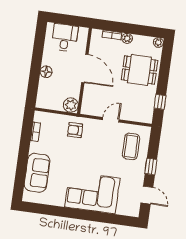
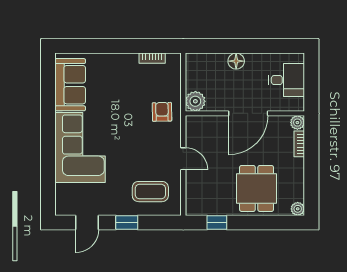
plant: (127, 38) -> (297, 123), moved
sofa: (37, 173) -> (70, 85), moved, turned -90

